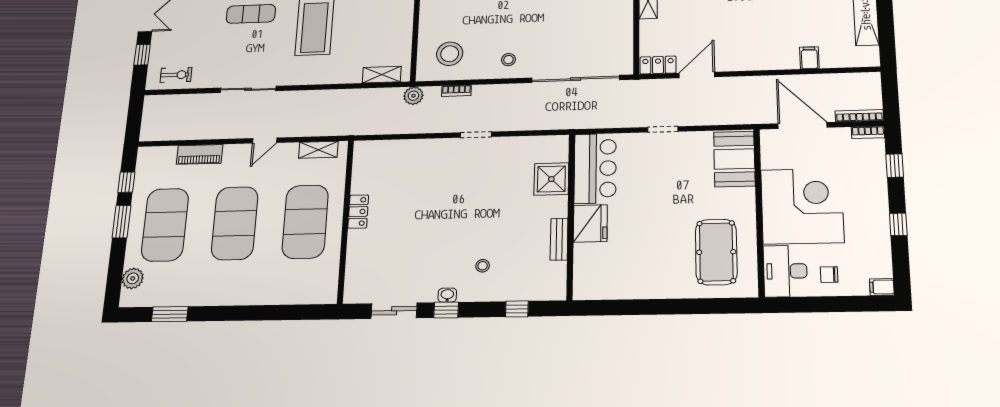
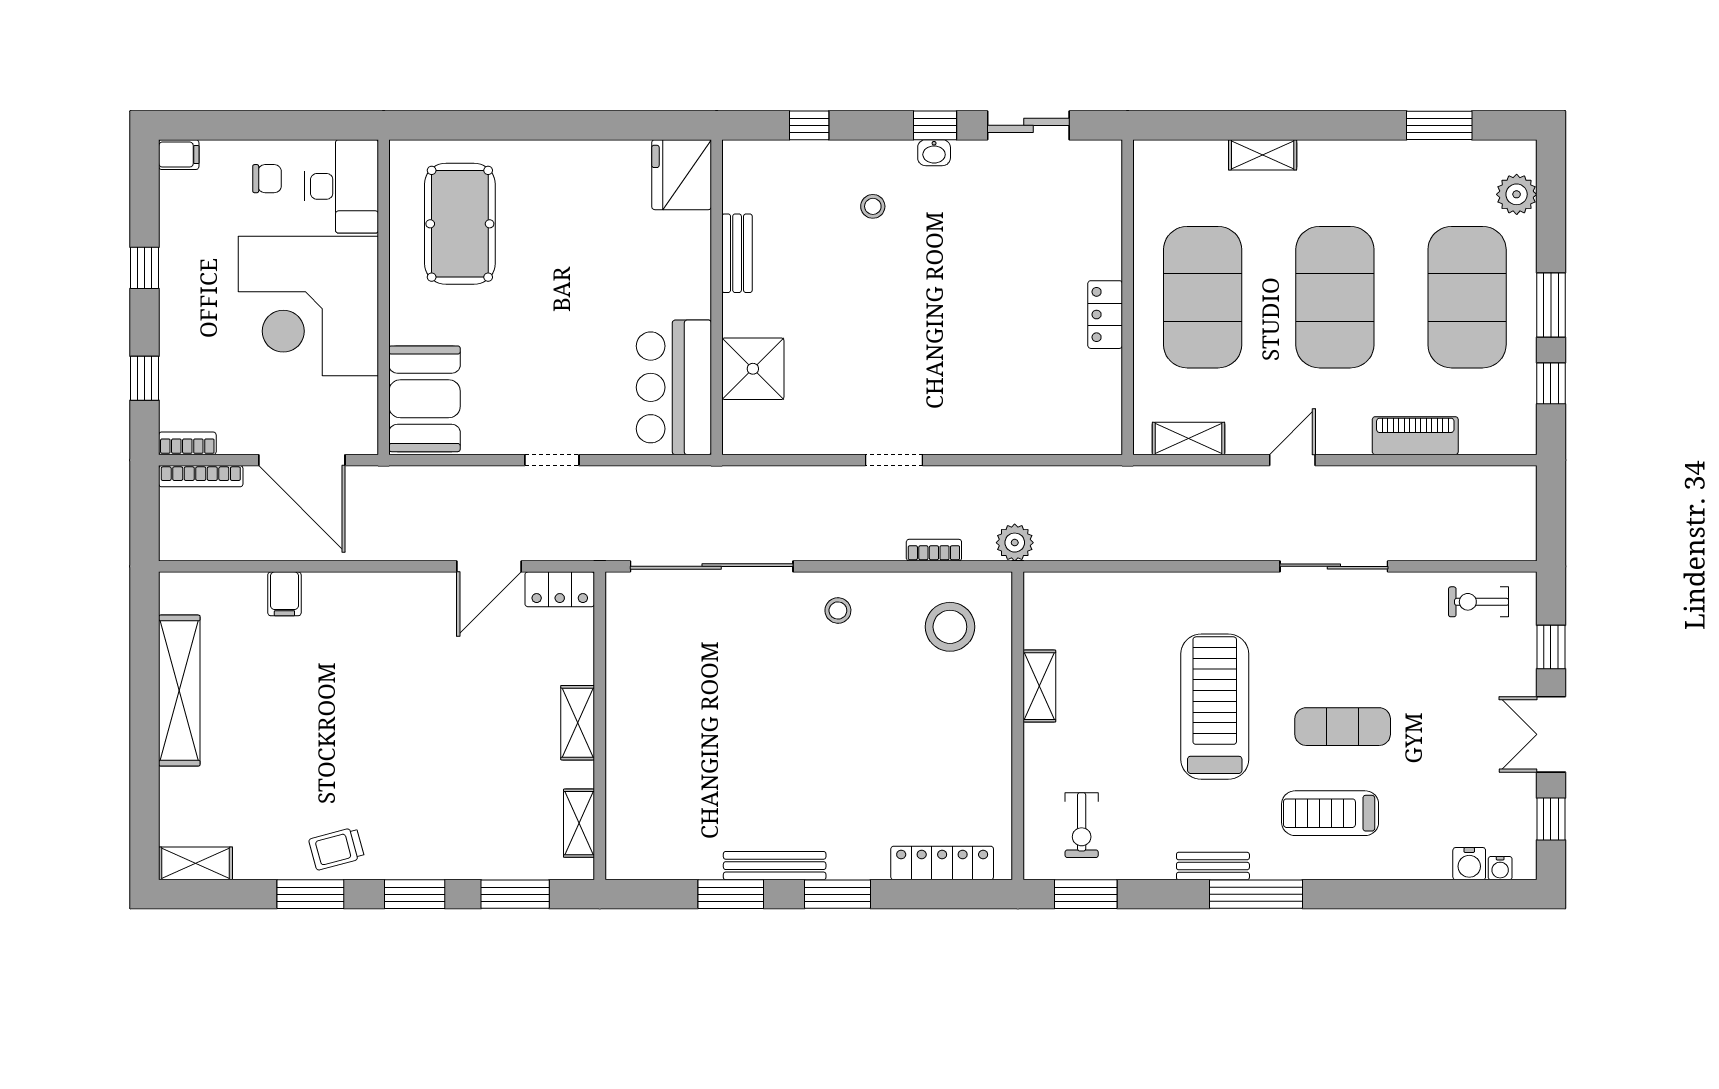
shelving: (382, 75) -> (1039, 686), moved, turned 90
fridge: (590, 223) -> (682, 175), moved
shelving: (267, 297) -> (1263, 155), added

